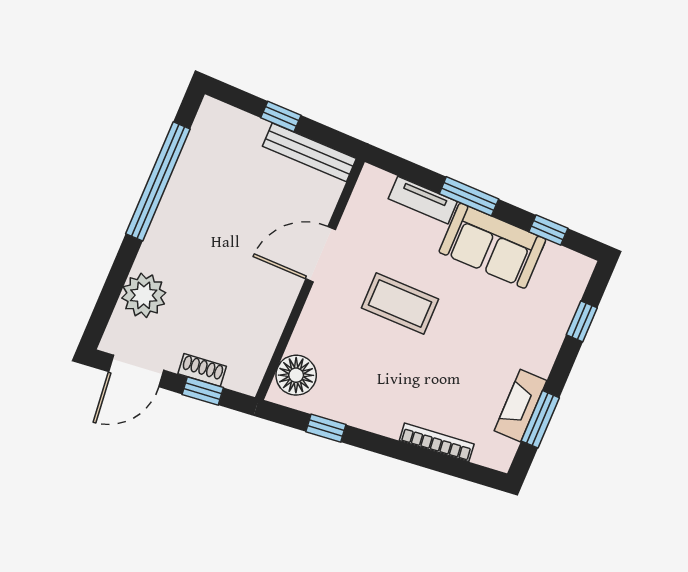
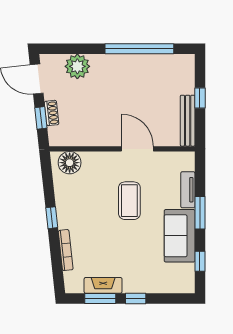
window: (582, 321) -> (136, 299), moved
window: (326, 428) -> (52, 218), moved

